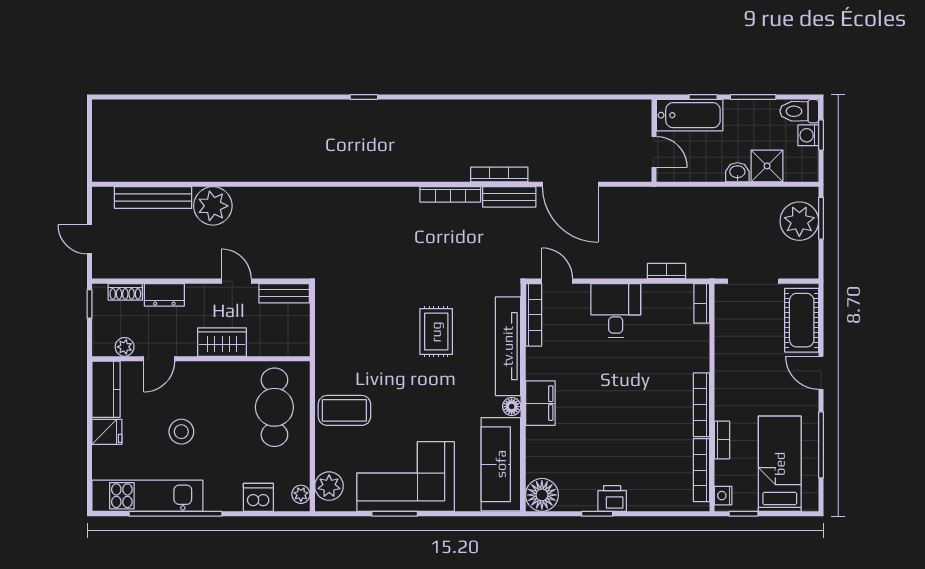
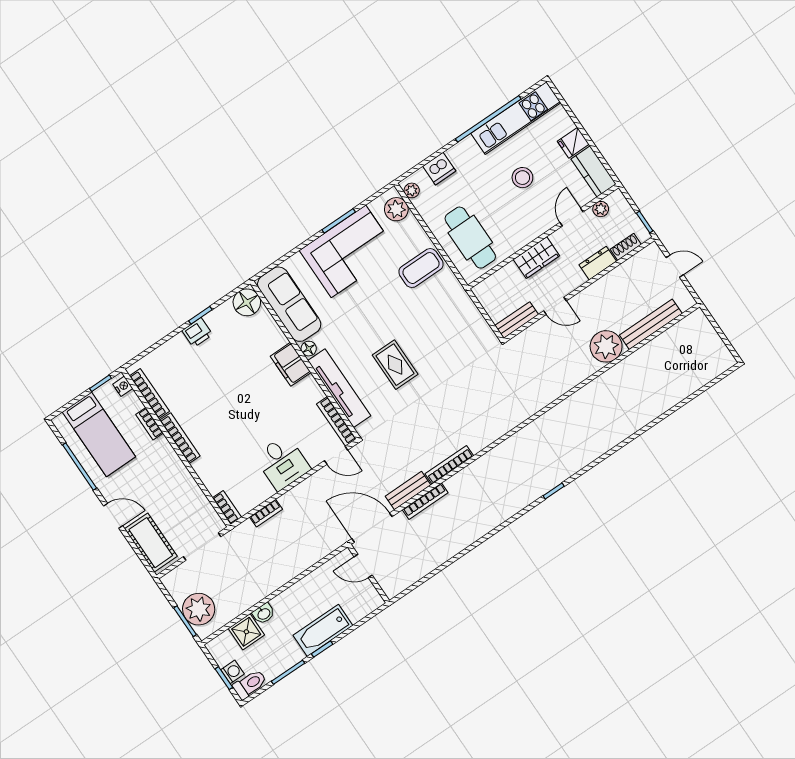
wall: (654, 141) -> (368, 574), moved
door: (654, 152) -> (363, 566), moved

